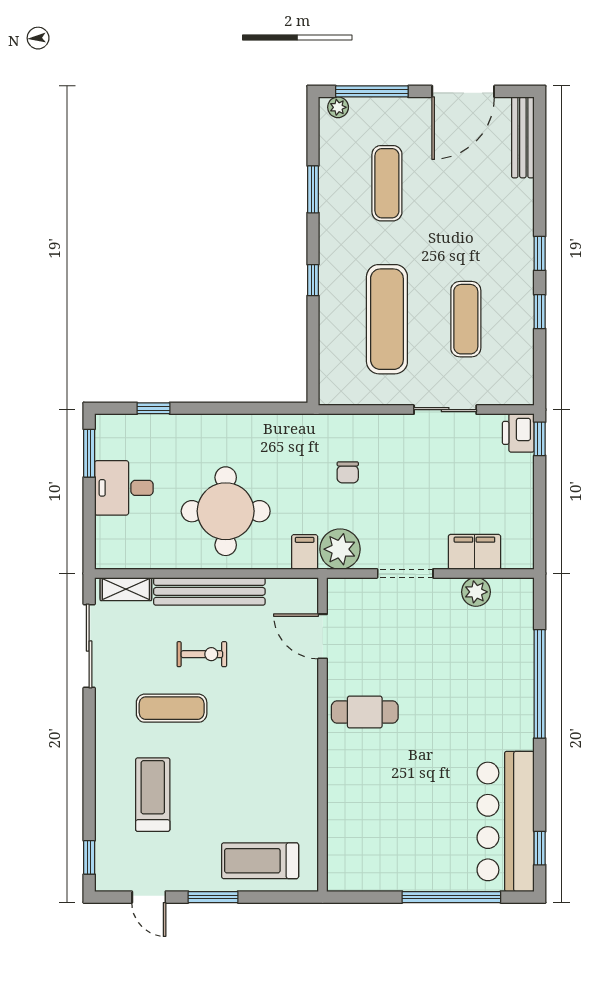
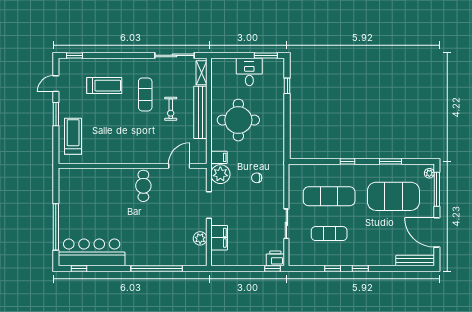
exercise mat: (387, 183) -> (393, 196), width x2.00, depth x1.45

